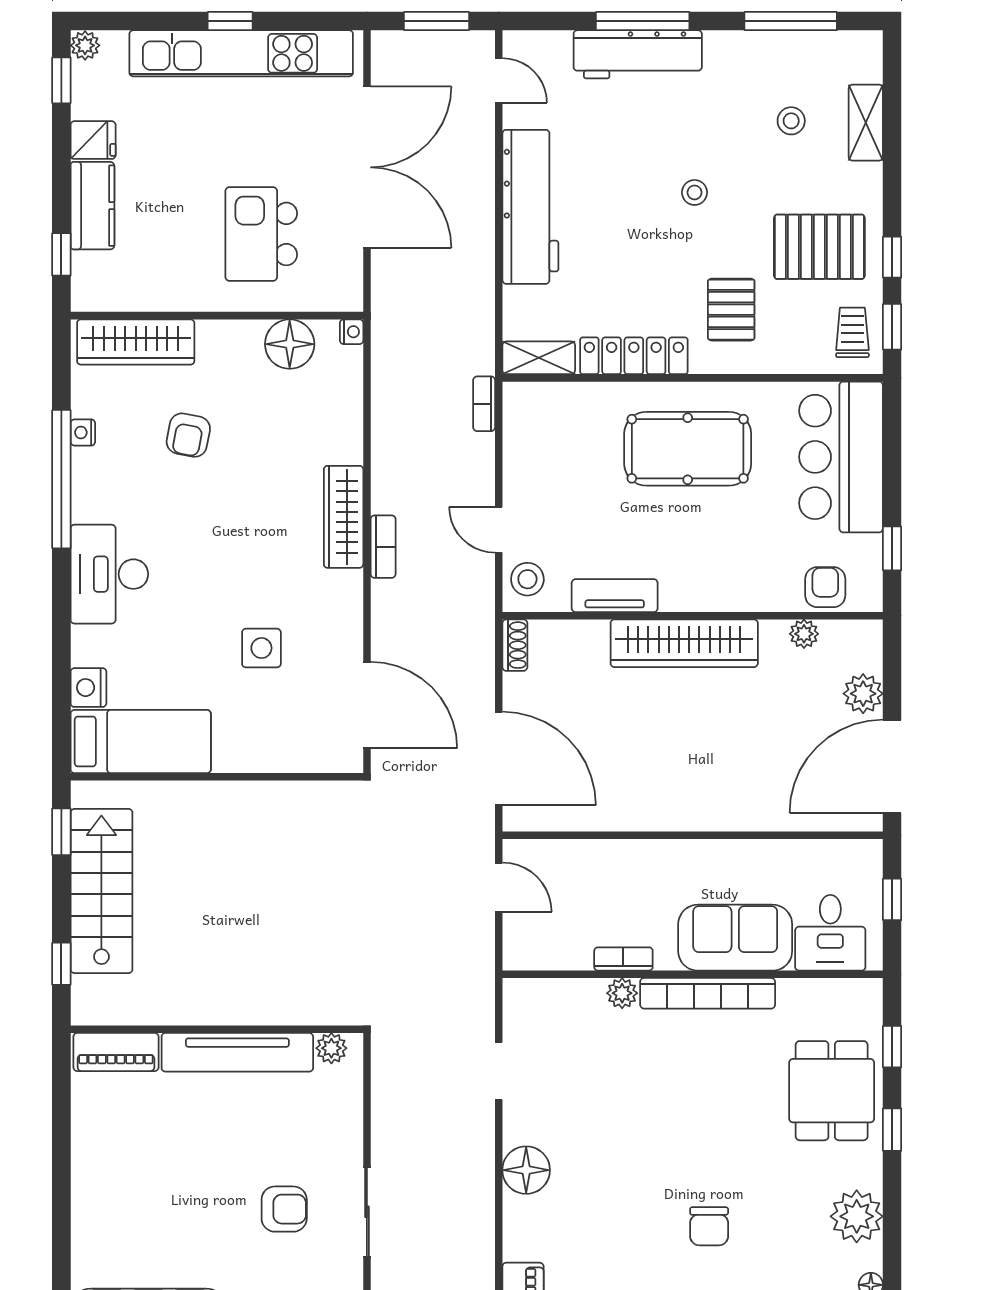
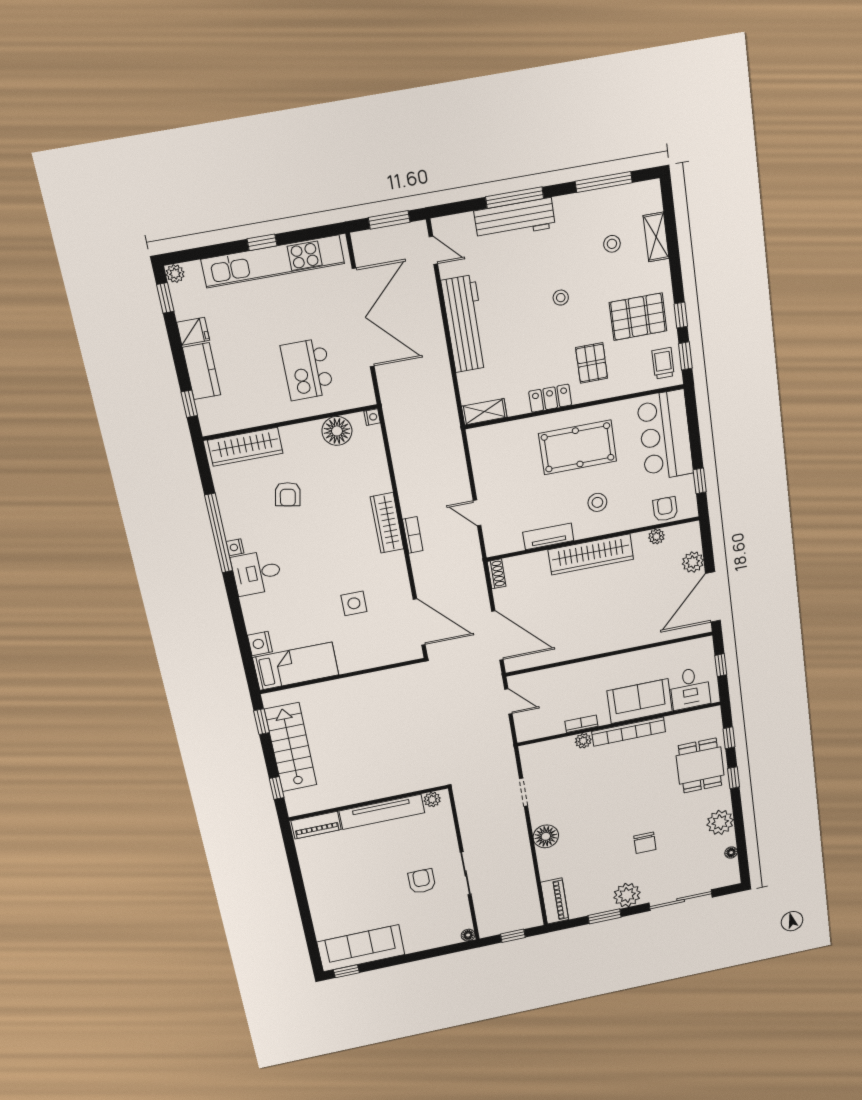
locker: (634, 356) -> (550, 398), width x0.66
bookcase: (484, 404) -> (457, 444), removed
nightstand: (83, 432) -> (235, 547), moved
desk: (109, 574) -> (257, 573), width x0.73
stool: (527, 579) -> (597, 502), moved
armchair: (284, 1209) -> (422, 881), turned -90

